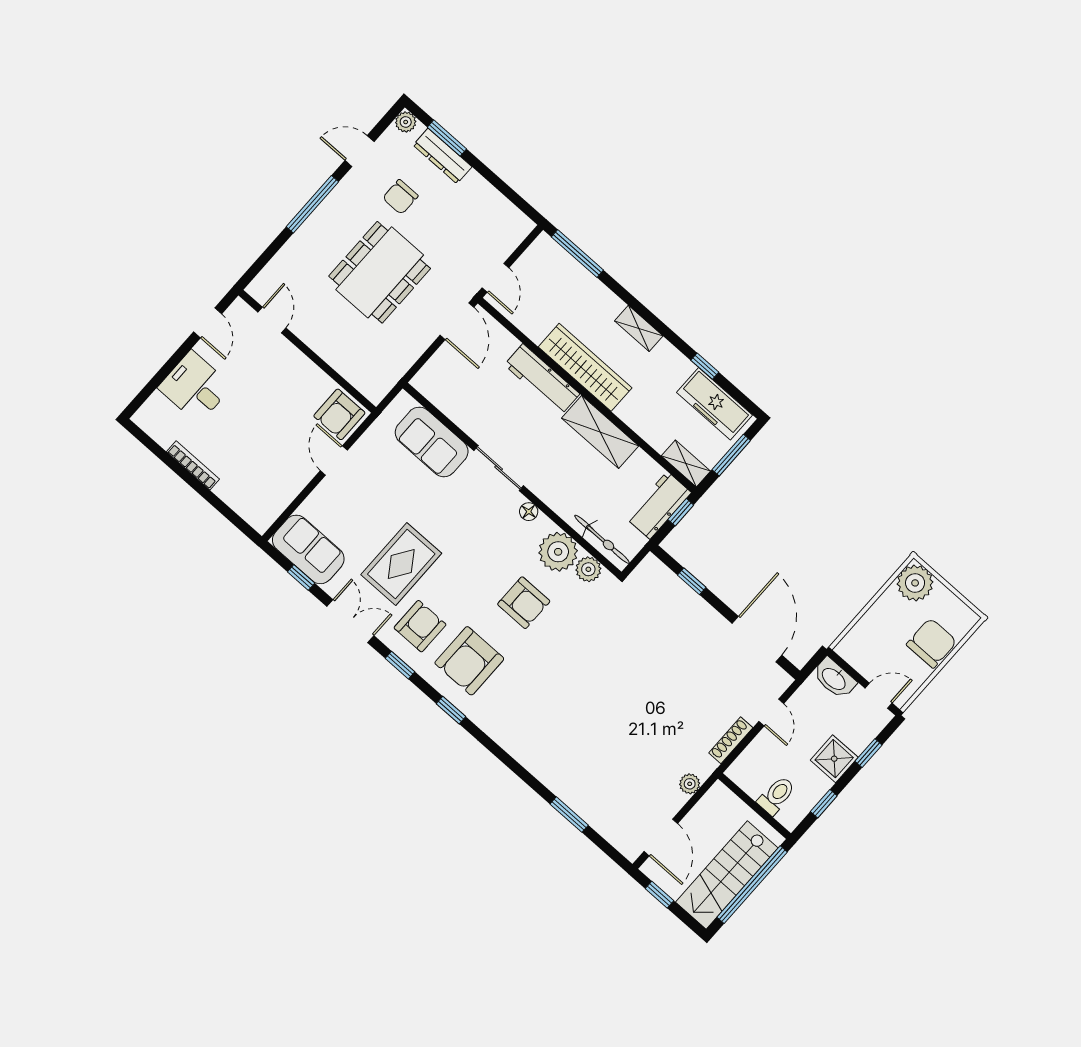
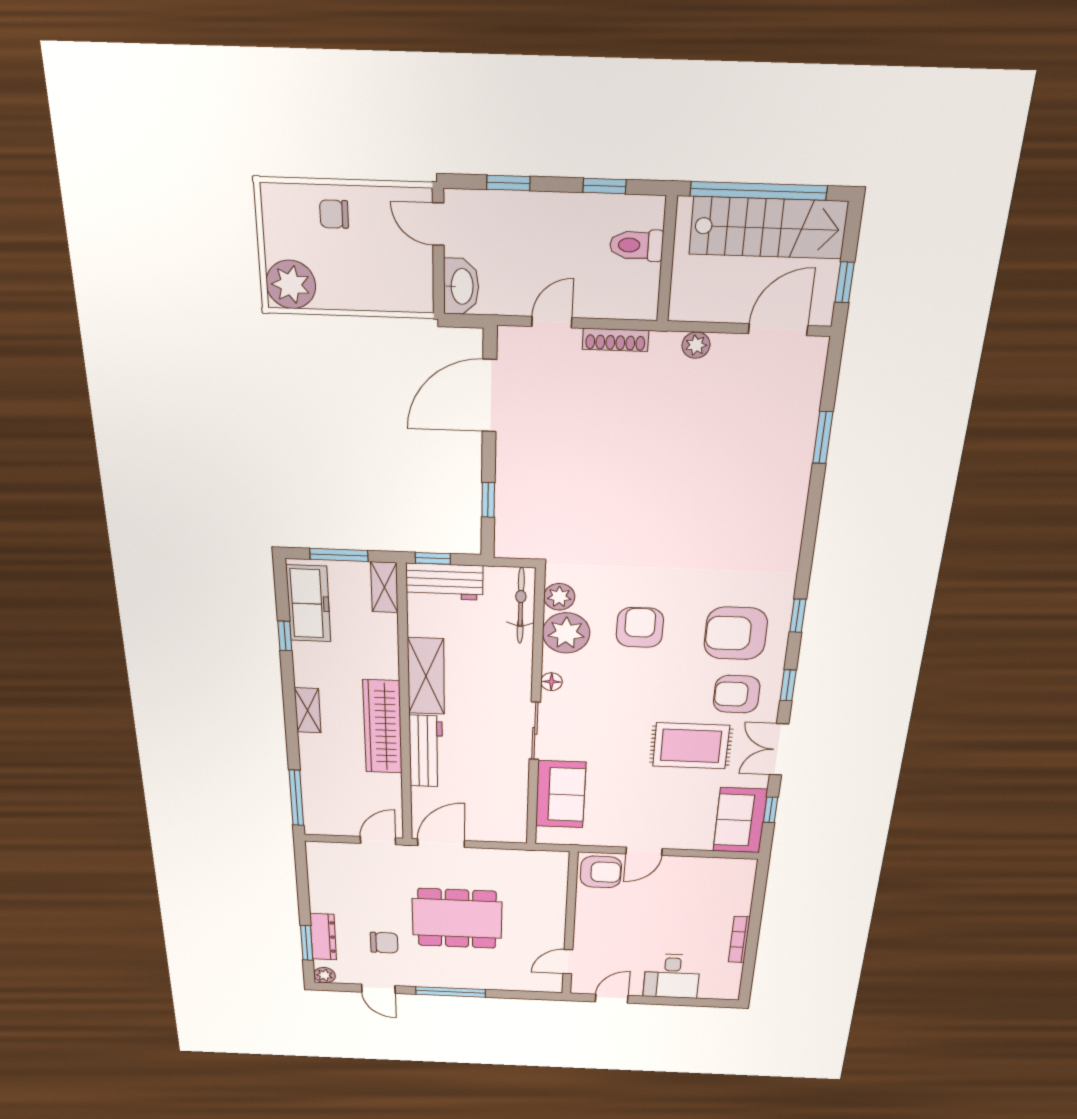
chair: (932, 643) -> (334, 214), width x0.54, depth x0.54
armchair: (469, 661) -> (736, 633), turned 180
shower: (834, 759) -> (546, 216), removed

